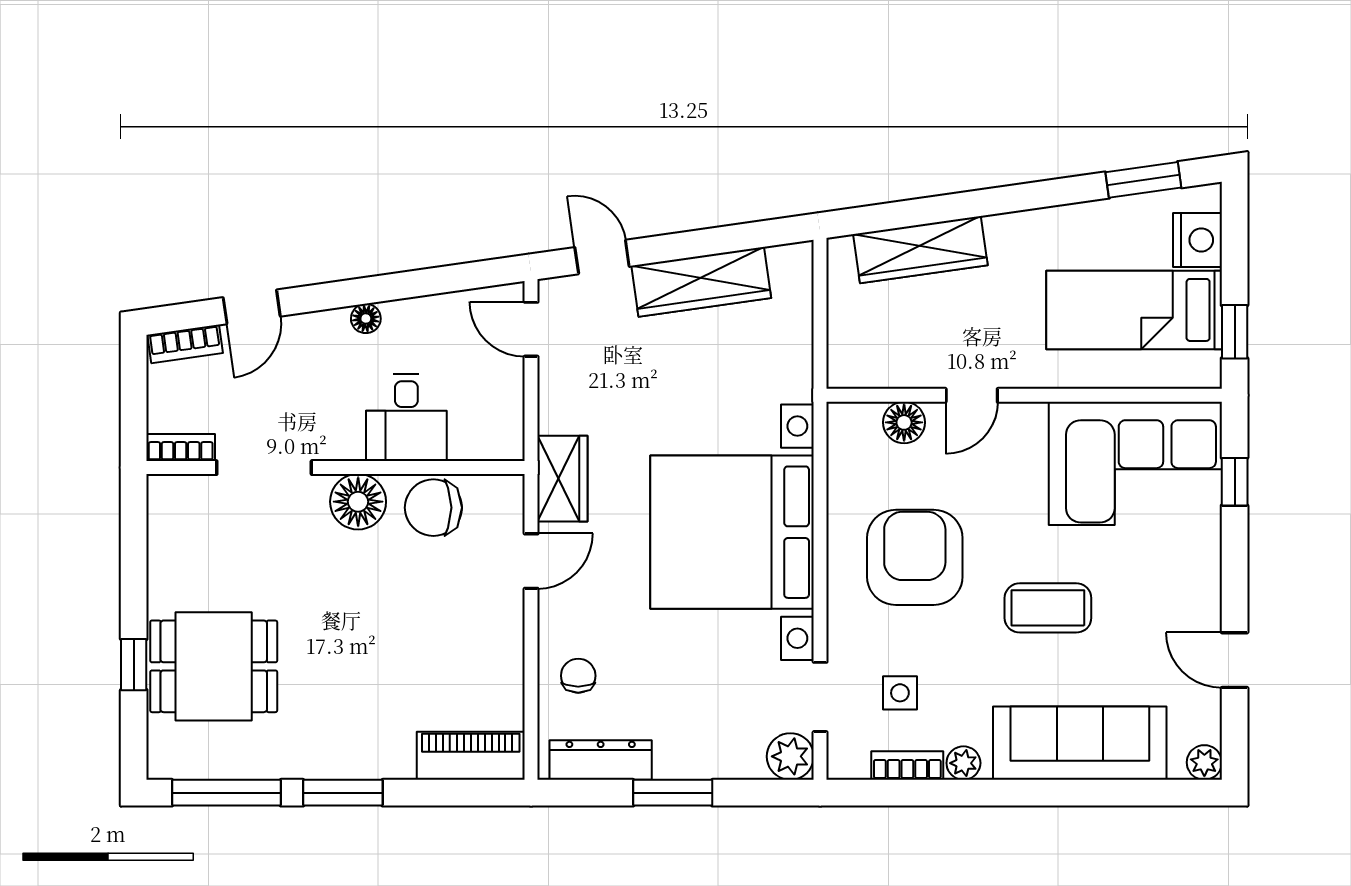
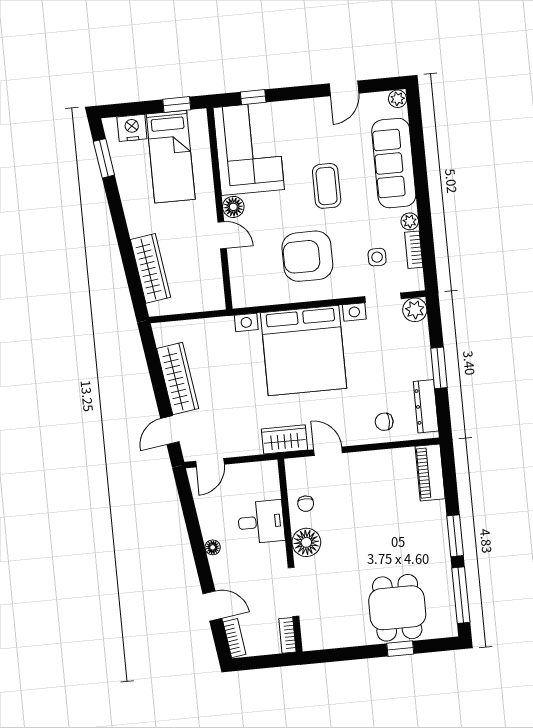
floor lamp: (904, 422) -> (233, 207), moved
chair: (433, 508) -> (306, 504), width x0.54, depth x0.54

